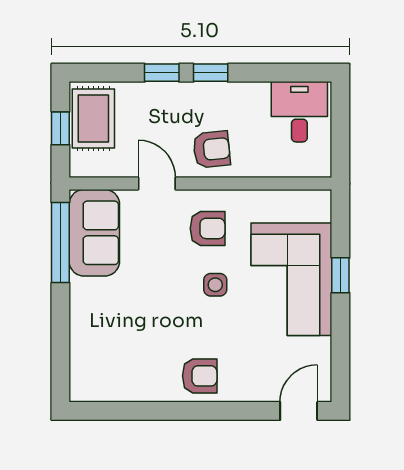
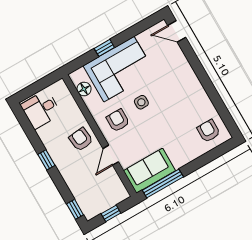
window: (162, 73) -> (75, 209), moved
rug: (93, 118) -> (98, 201), removed
floor lamp: (292, 203) -> (84, 89), added
armchair: (200, 376) -> (209, 131), moved

